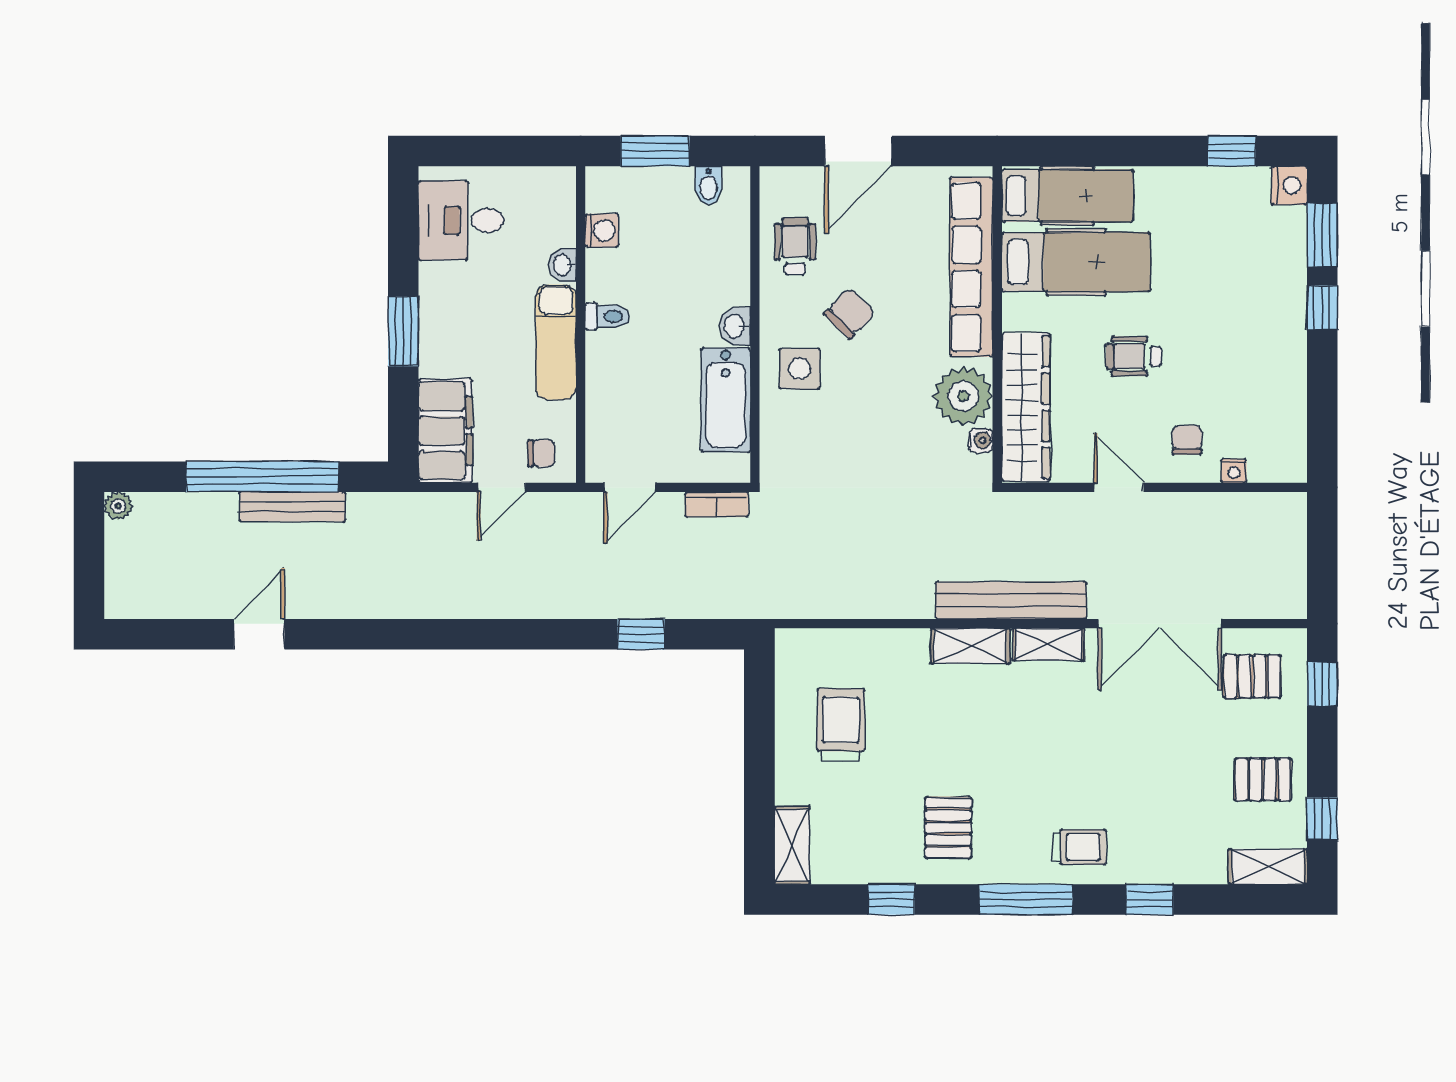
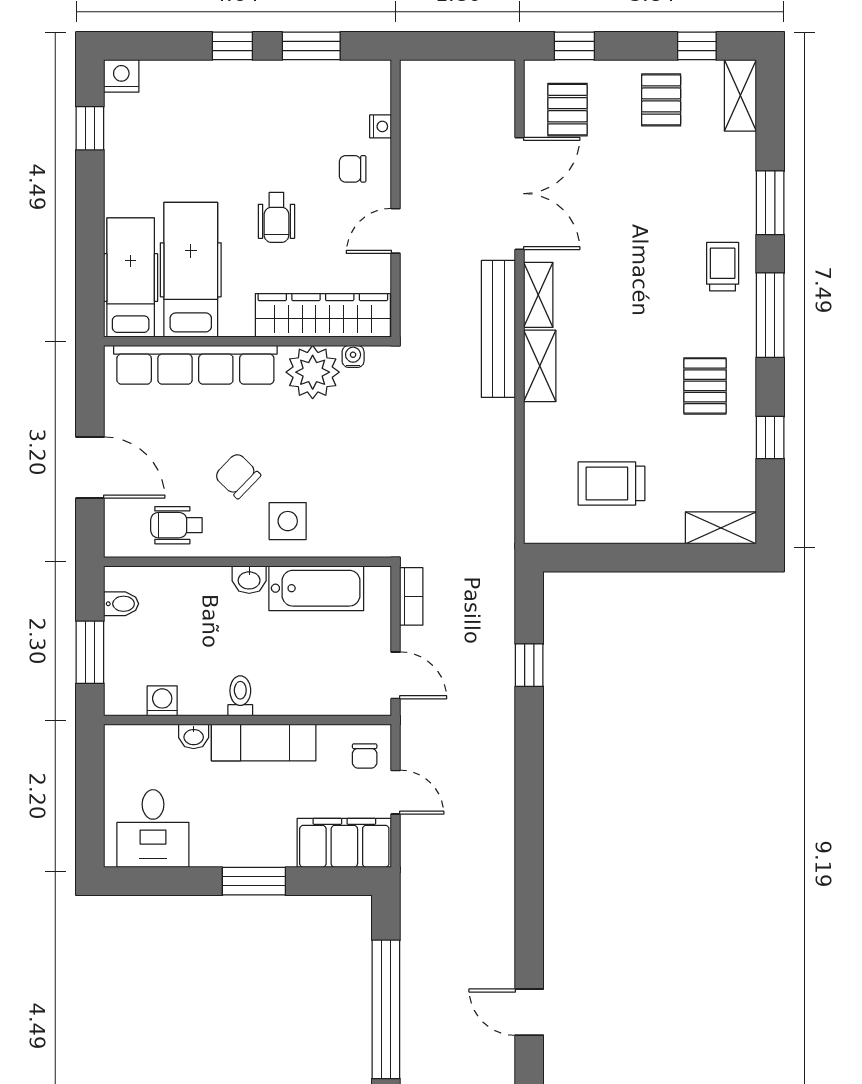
window: (1322, 235) -> (311, 46), moved
chair: (541, 453) -> (365, 756), turned 180
bench: (292, 507) -> (413, 982), removed
pallet: (948, 828) -> (705, 386), turned 90
window: (1150, 899) -> (770, 203), width x1.50

